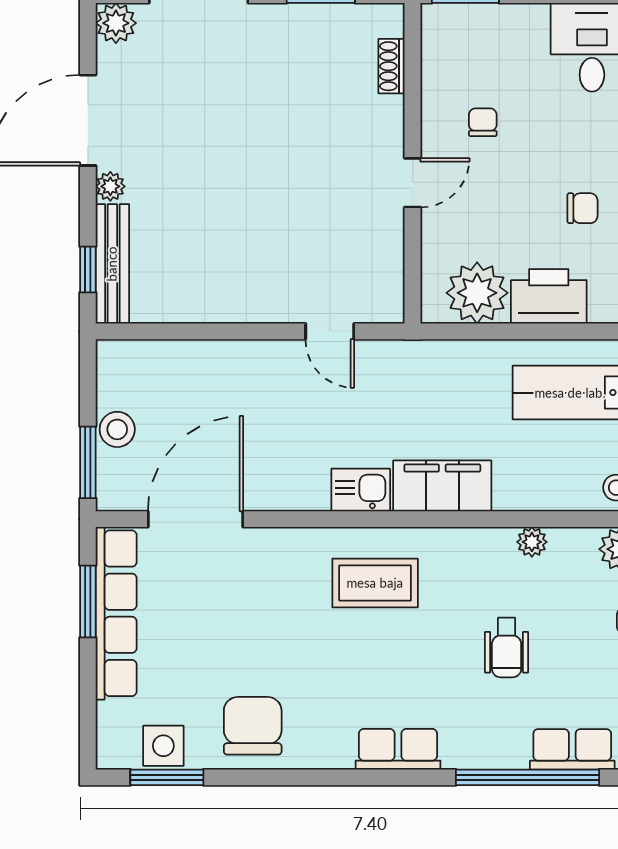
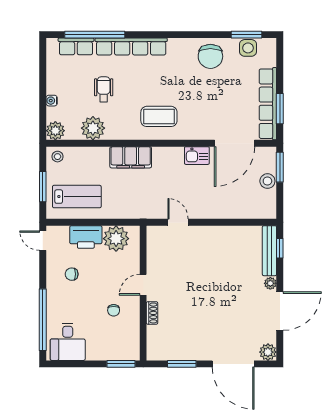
shoe rack: (392, 66) -> (152, 313), moved
kitchen sink: (361, 490) -> (197, 156), moved
plant: (532, 542) -> (93, 128), width x1.88, depth x1.88
row of seats: (398, 749) -> (131, 46), width x2.02

